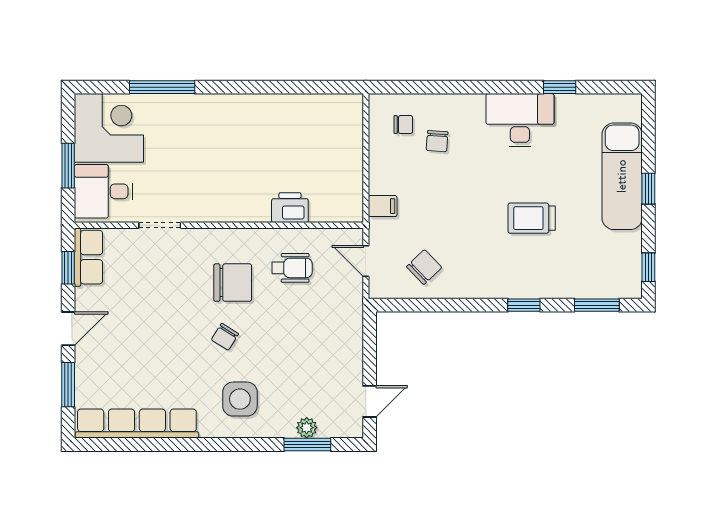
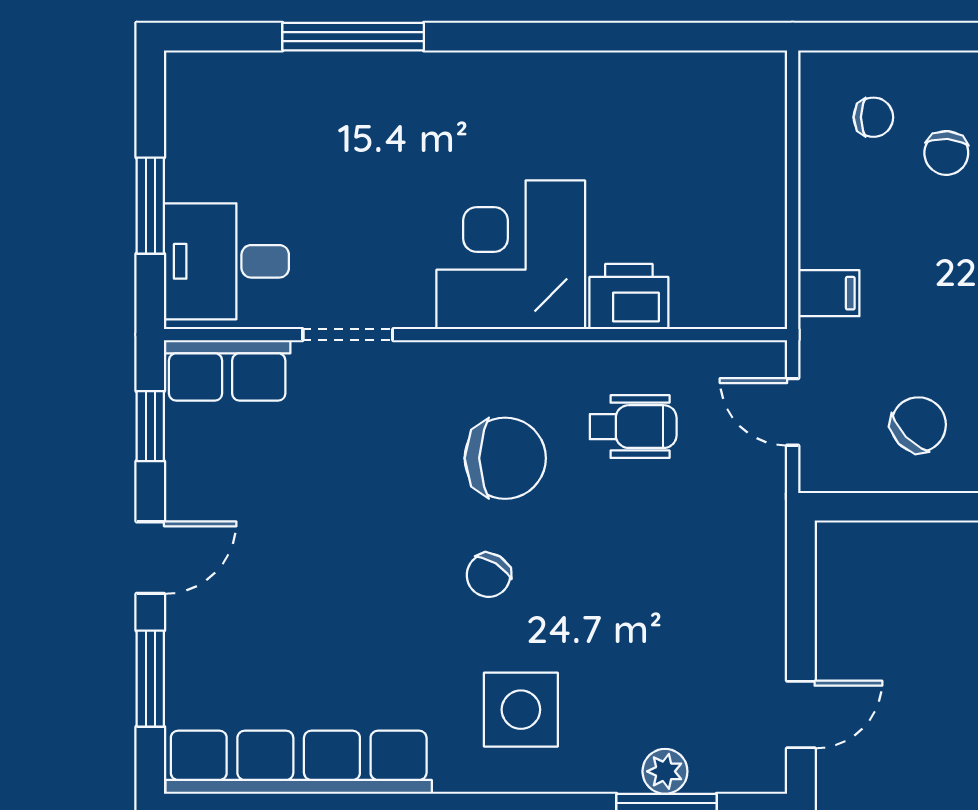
corner desk: (109, 128) -> (511, 255), moved, turned -90
row of seats: (88, 257) -> (227, 370), moved, turned 90

